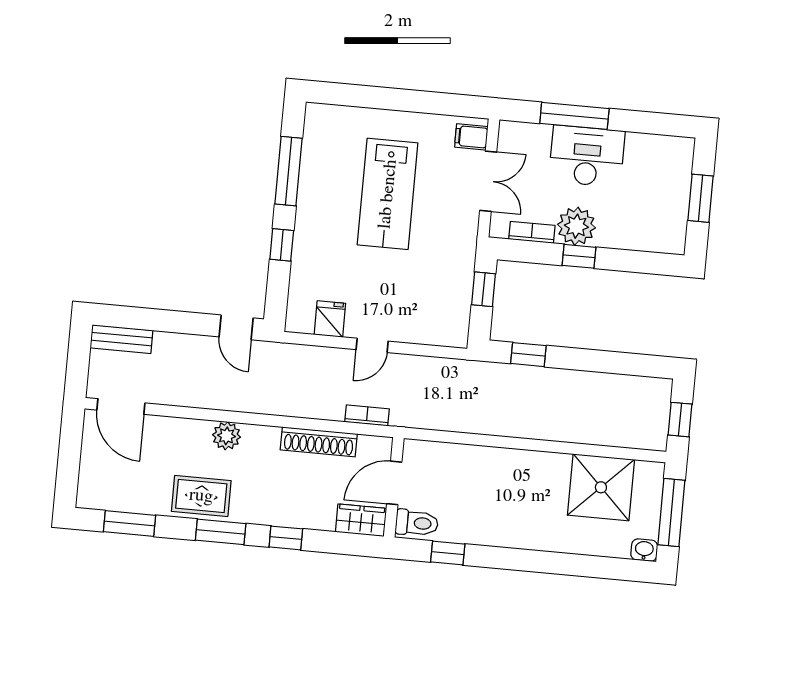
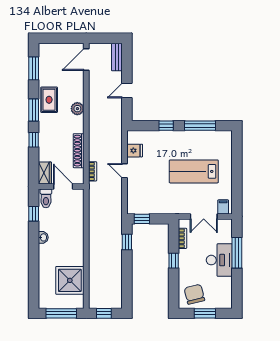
chair: (657, 217) -> (194, 294), added
plant: (576, 226) -> (187, 258), removed
window: (483, 289) -> (142, 219), moved
door: (236, 327) -> (127, 91), moved
washbasin: (644, 550) -> (43, 237), moved

